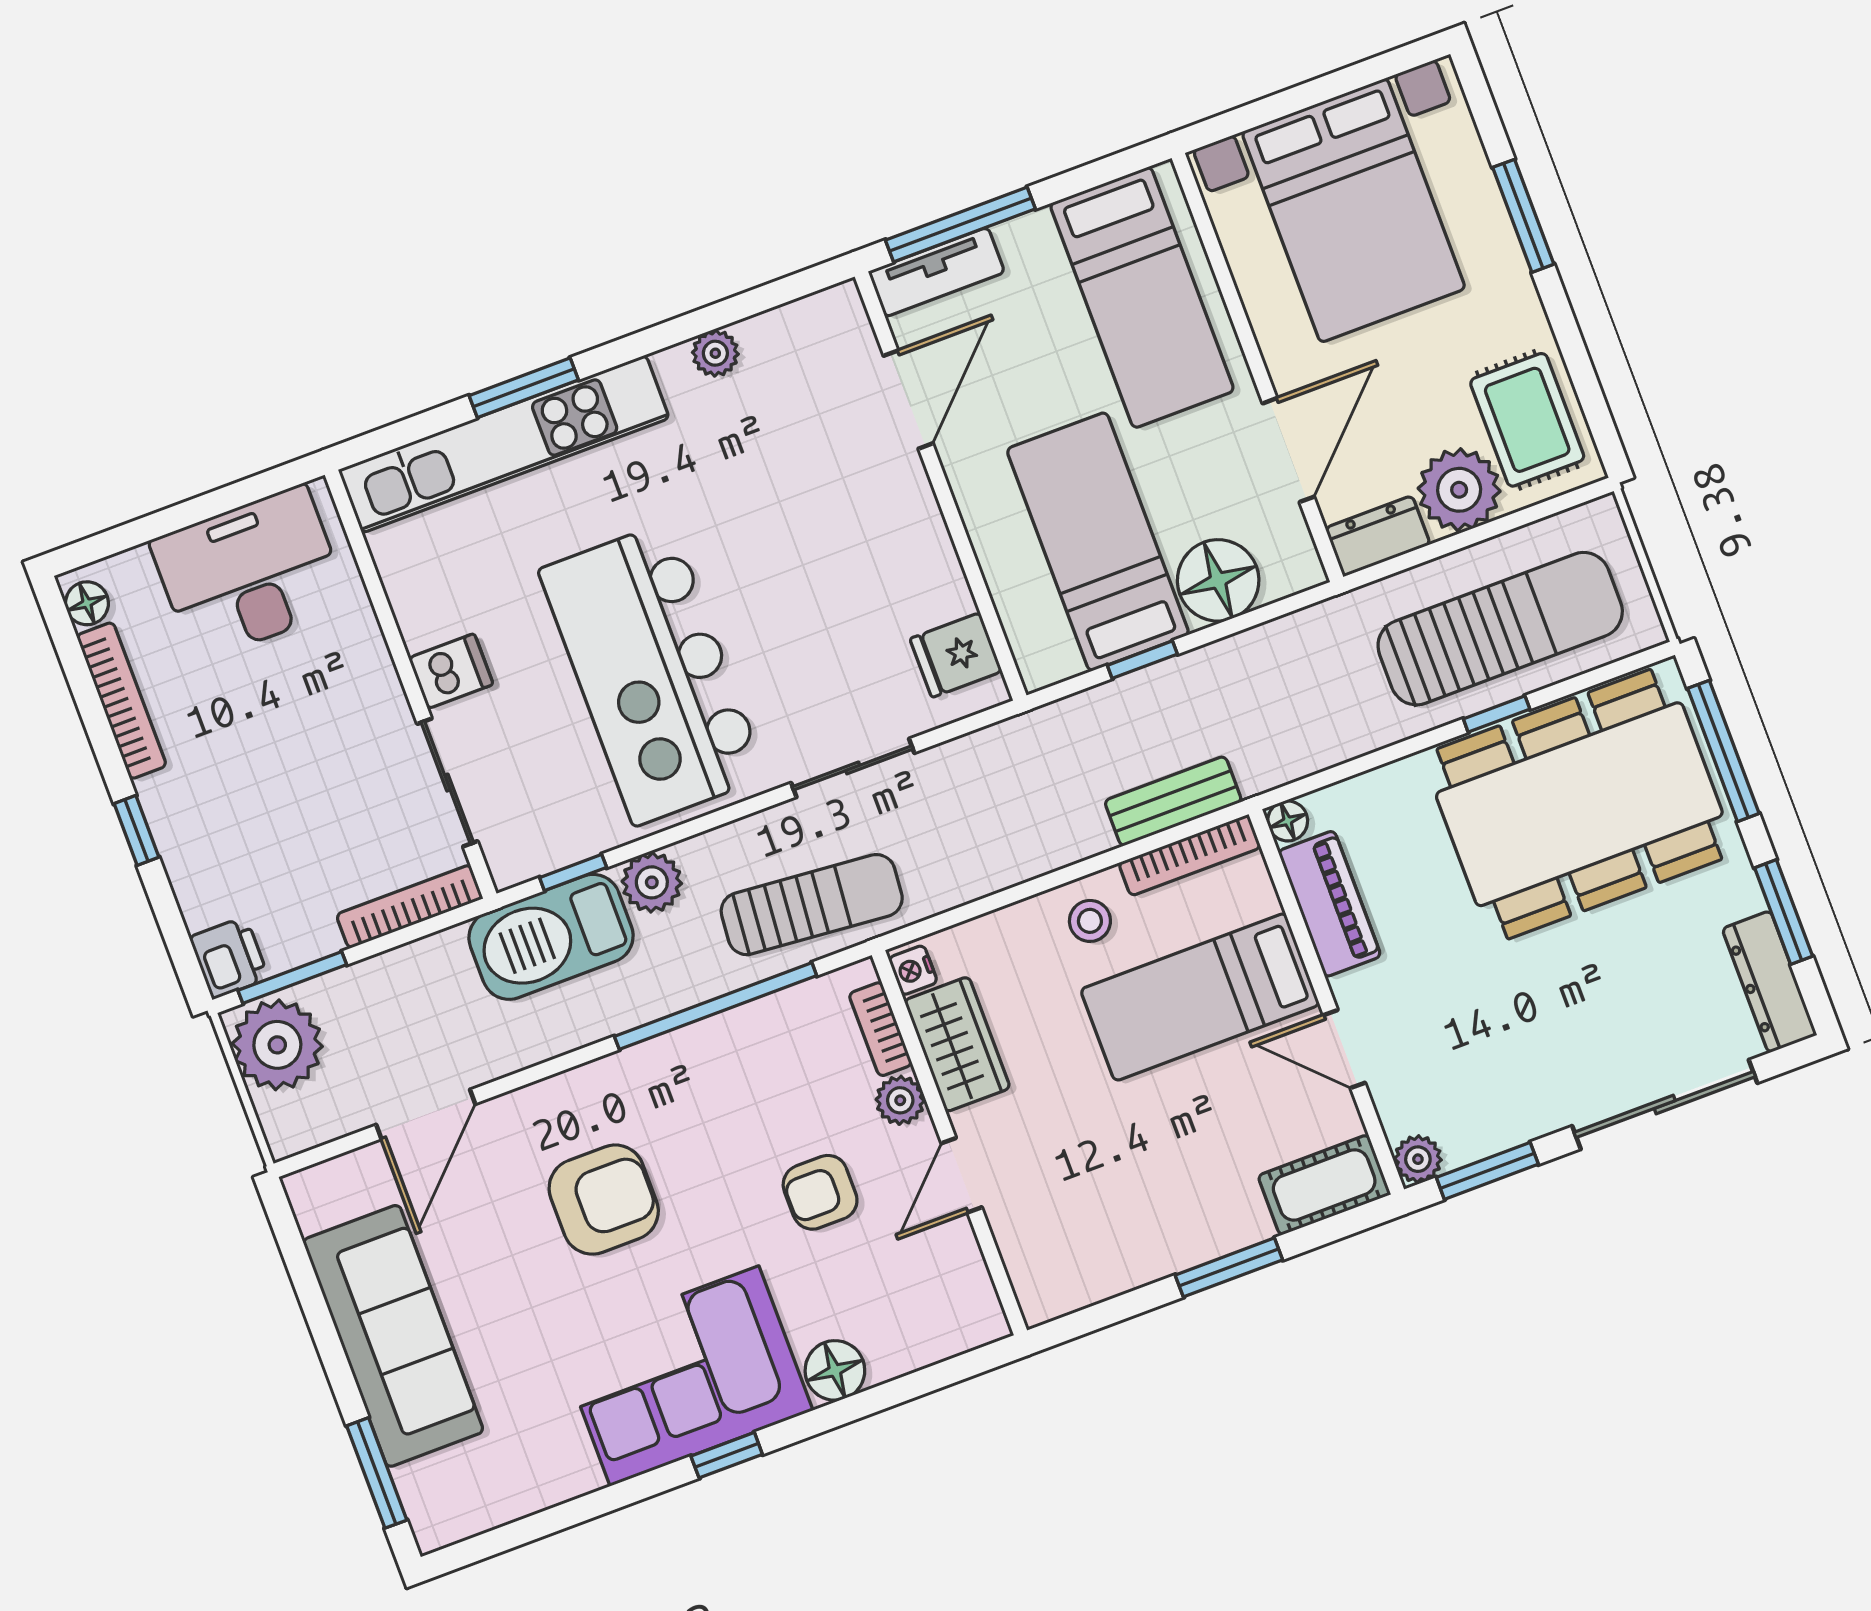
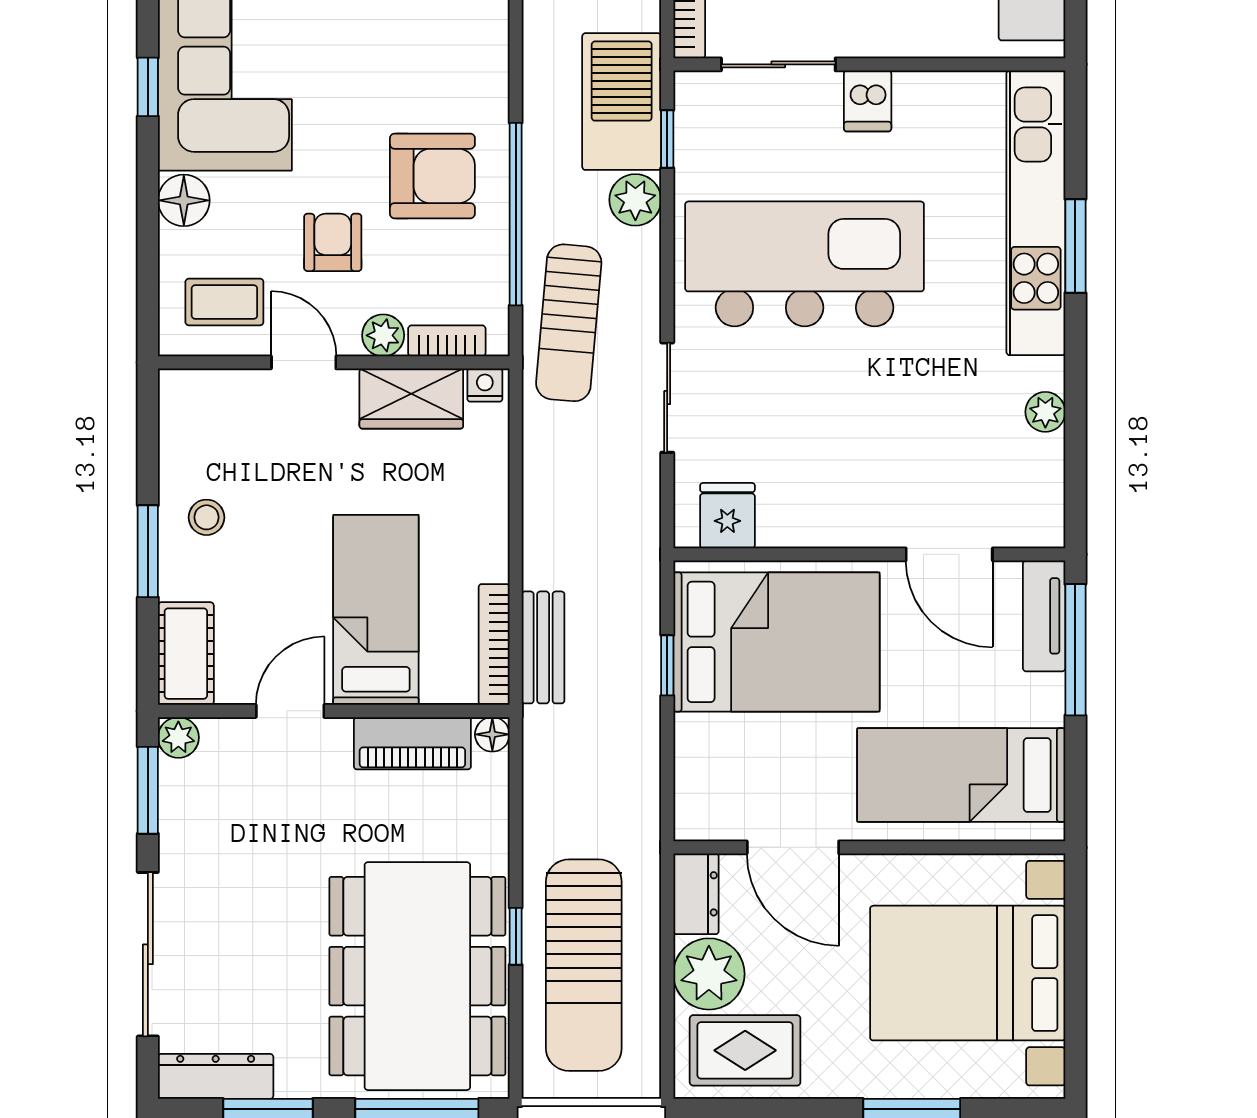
bed: (1098, 542) -> (776, 642), width x1.50
floor lamp: (1218, 580) -> (709, 751), removed
stool: (1090, 921) -> (207, 517), moved
armchair: (604, 1200) -> (432, 176), moved, turned -90
coffee table: (928, 1285) -> (224, 302), added

